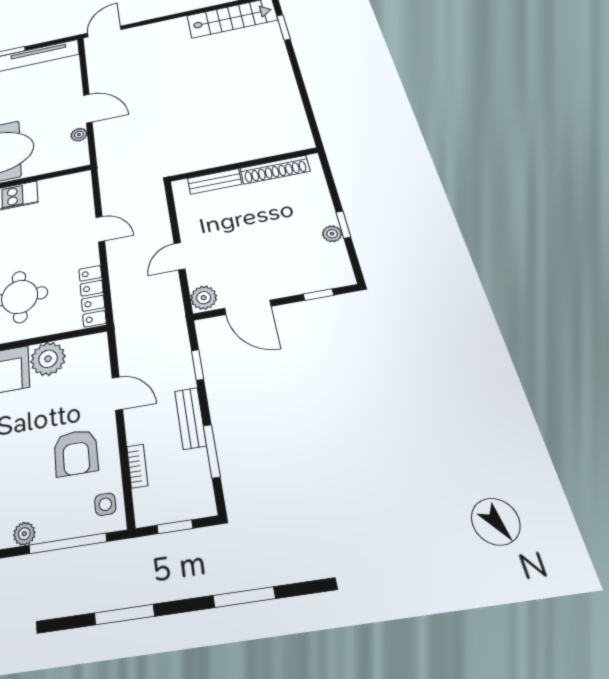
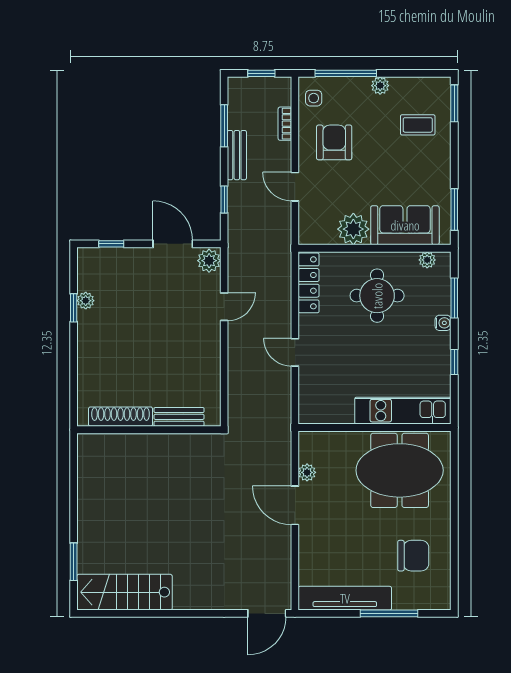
wall: (243, 165) -> (149, 430), moved
shoe rack: (275, 170) -> (121, 417), moved
bench: (215, 181) -> (179, 417), moved

